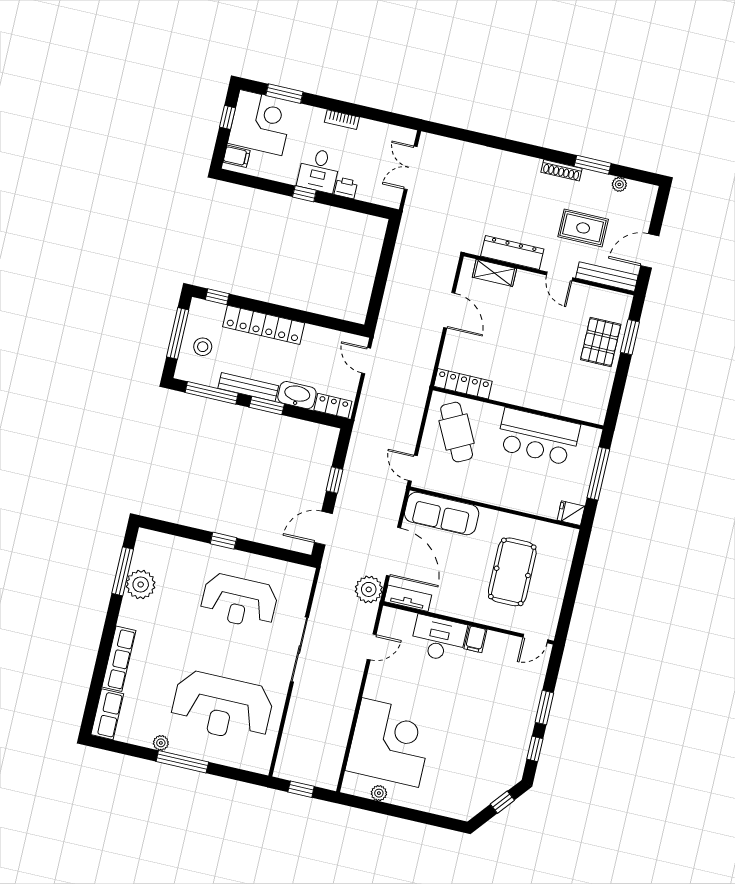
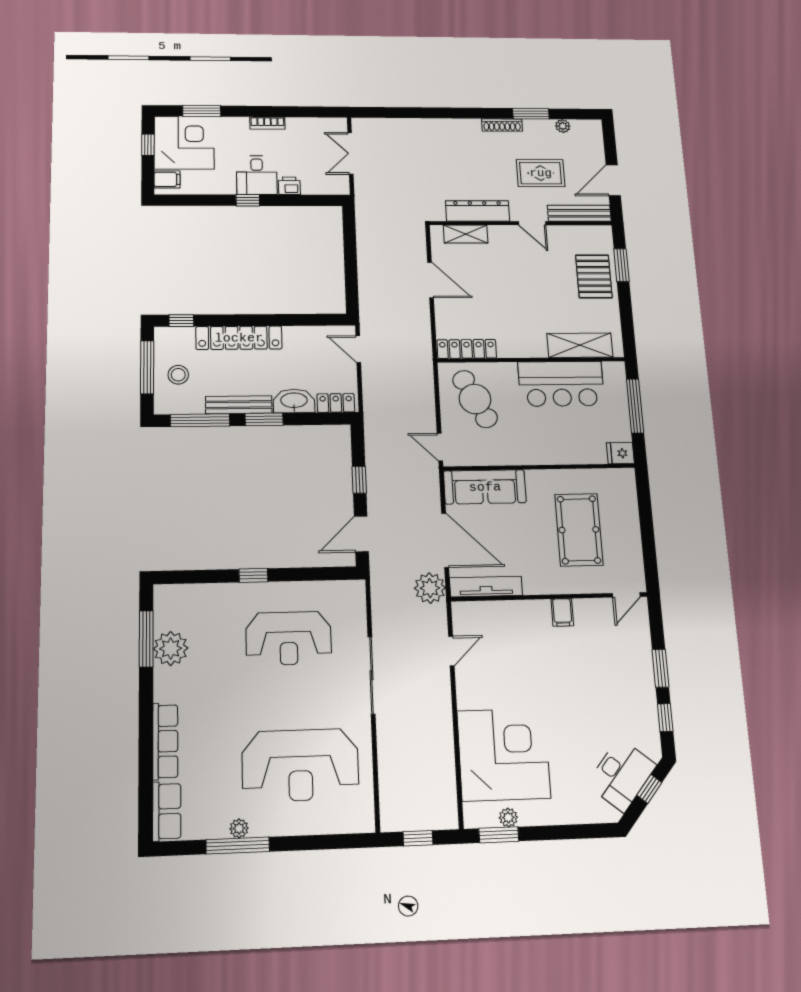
shelving: (567, 405) -> (580, 345), added
tv unit: (408, 598) -> (486, 587), width x1.41
desk: (439, 639) -> (621, 775), moved, turned 129
window: (182, 762) -> (238, 846), moved
window: (367, 804) -> (499, 835), added

